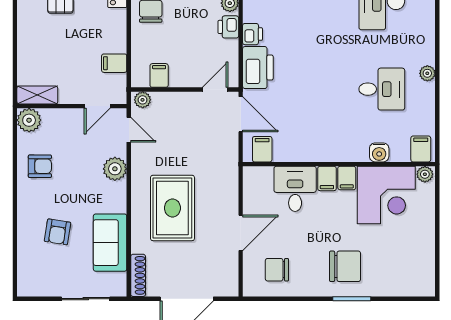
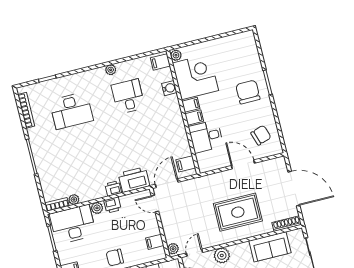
chair: (277, 270) -> (261, 135), turned -108

